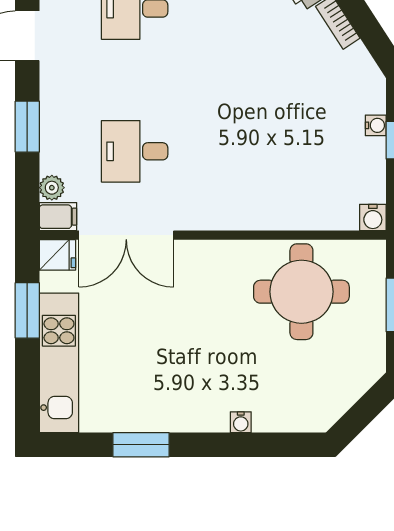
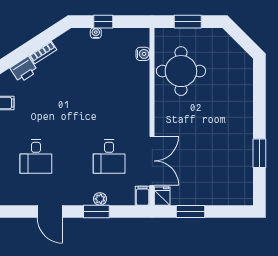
plant: (52, 188) -> (100, 199), moved
water cooler: (373, 217) -> (143, 54), moved
kitchen unit: (59, 363) -> (217, 195), removed
water cooler: (241, 422) -> (248, 102), removed

